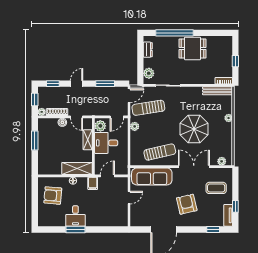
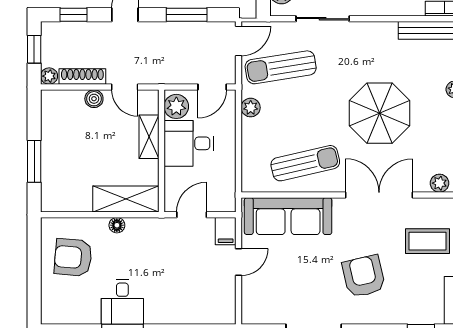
window: (35, 140) -> (34, 161), moved
filing cabinet: (93, 183) -> (226, 231), moved

